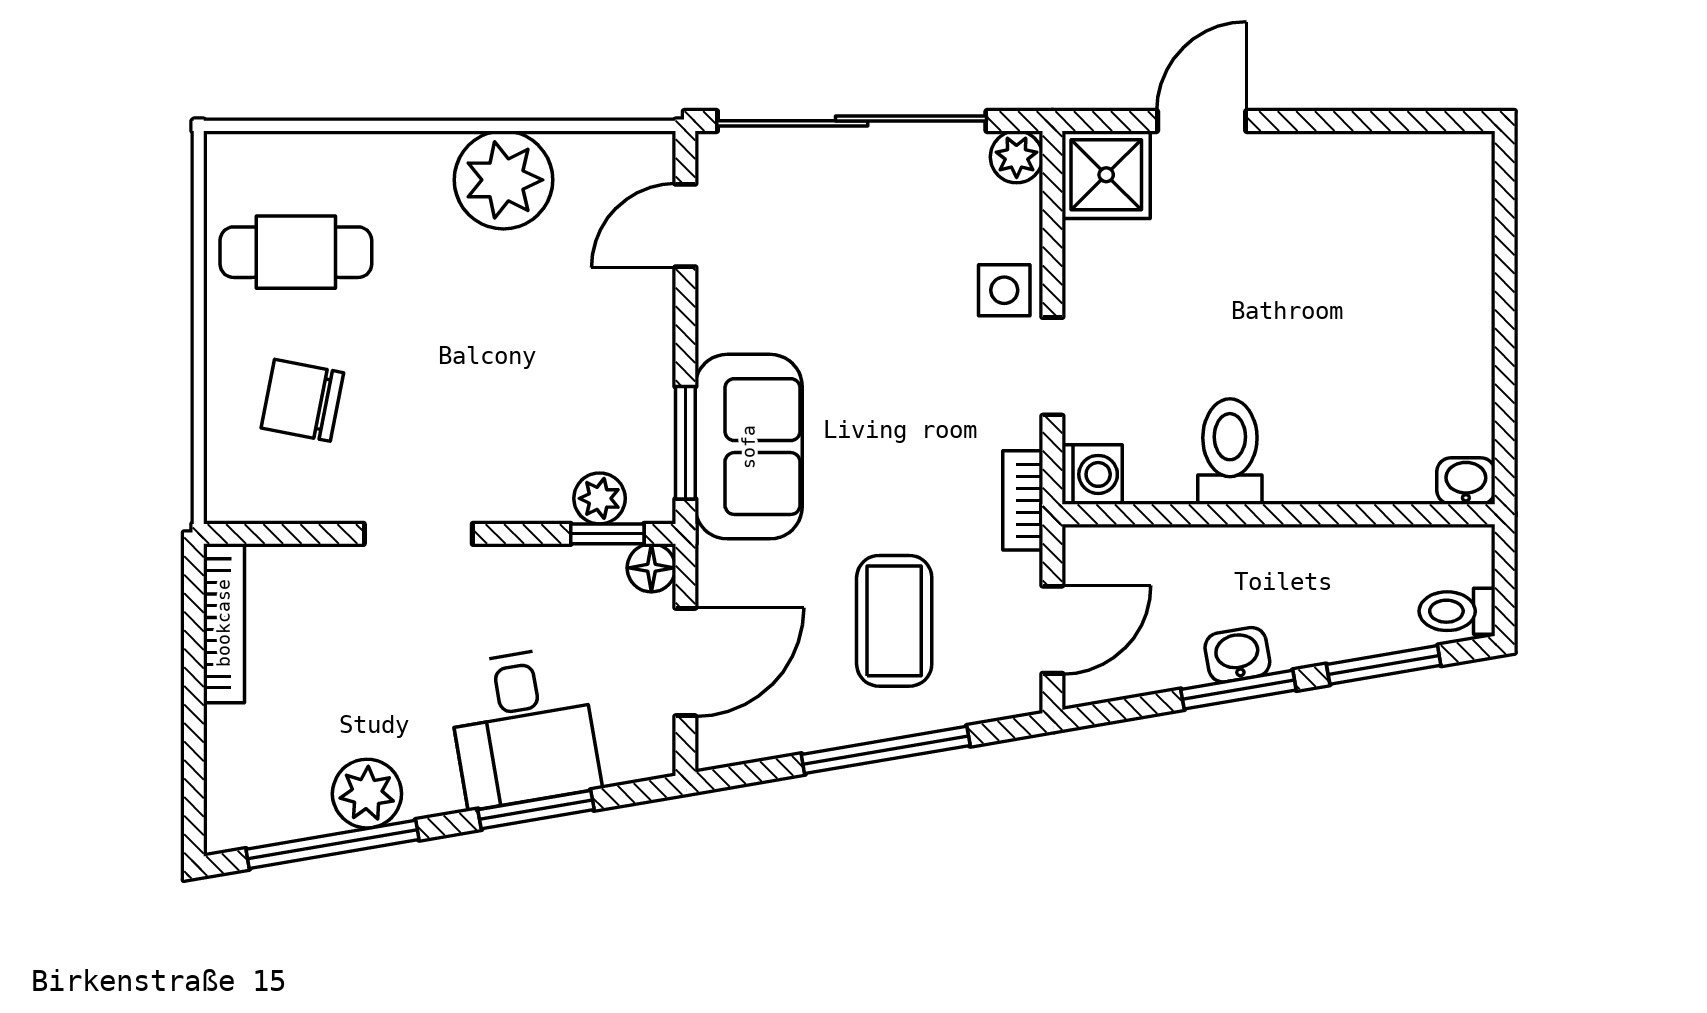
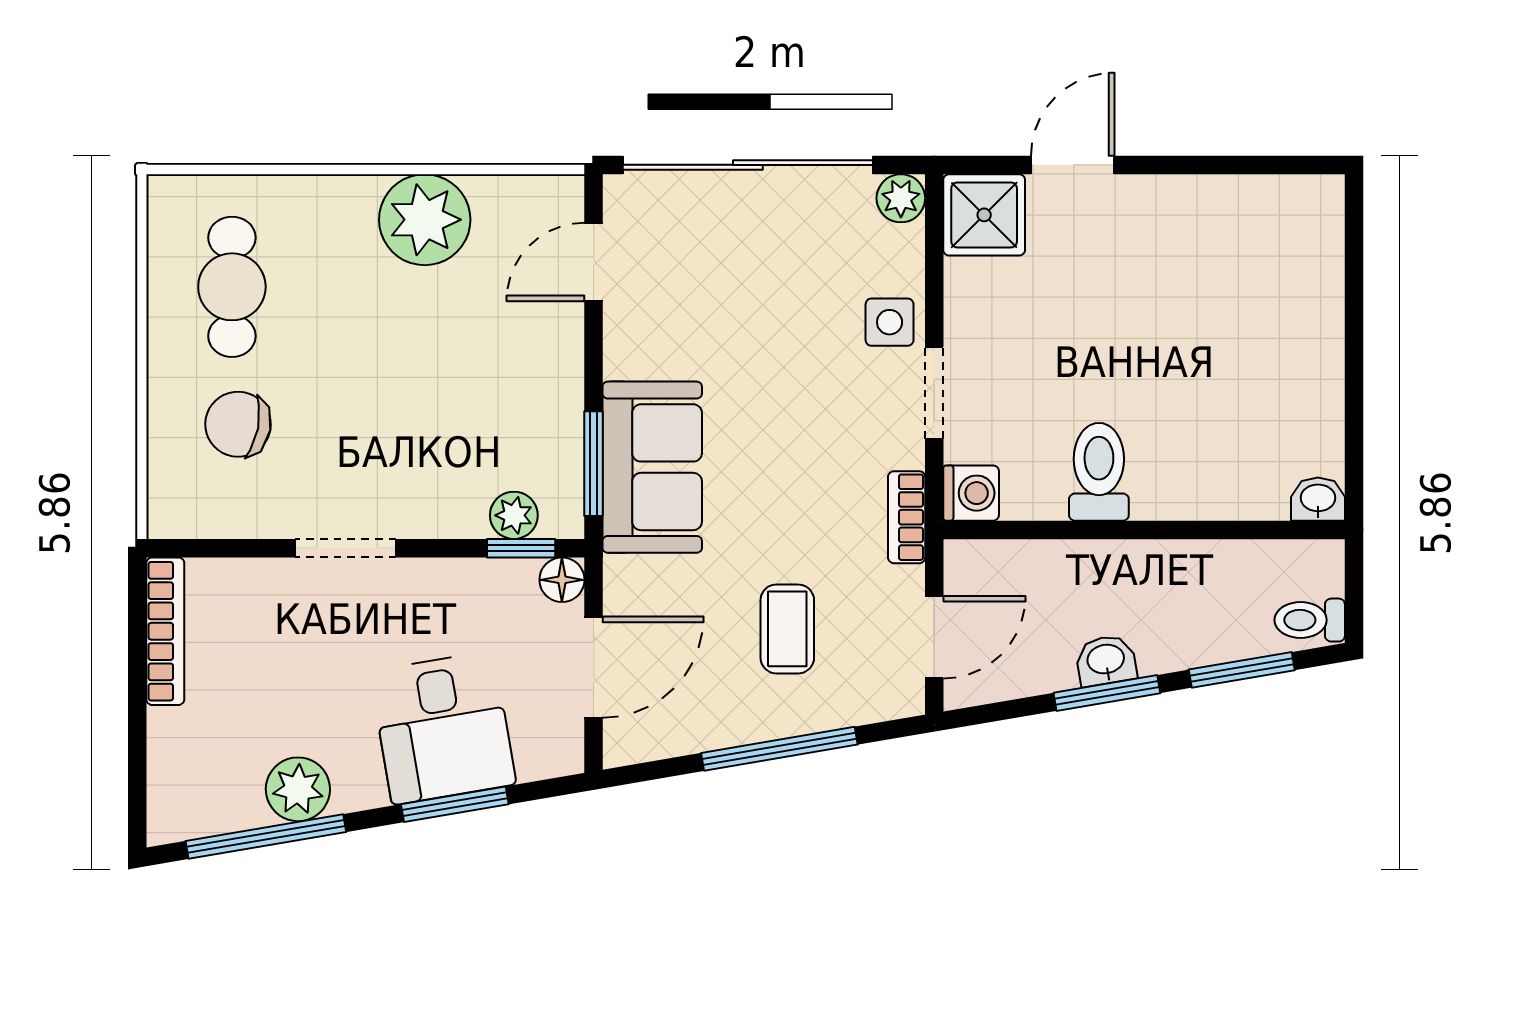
cafe table: (296, 252) -> (232, 287), turned 90
coffee table: (894, 621) -> (787, 629), width x0.73, depth x0.77

